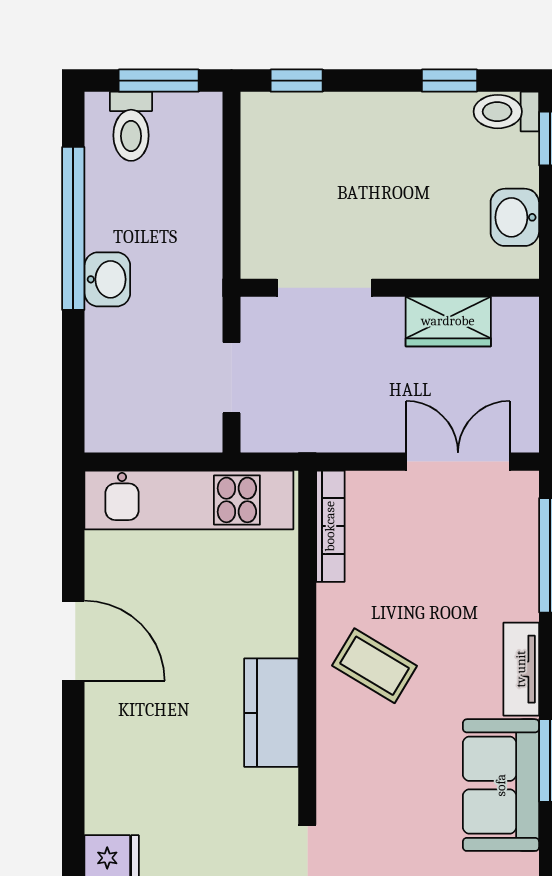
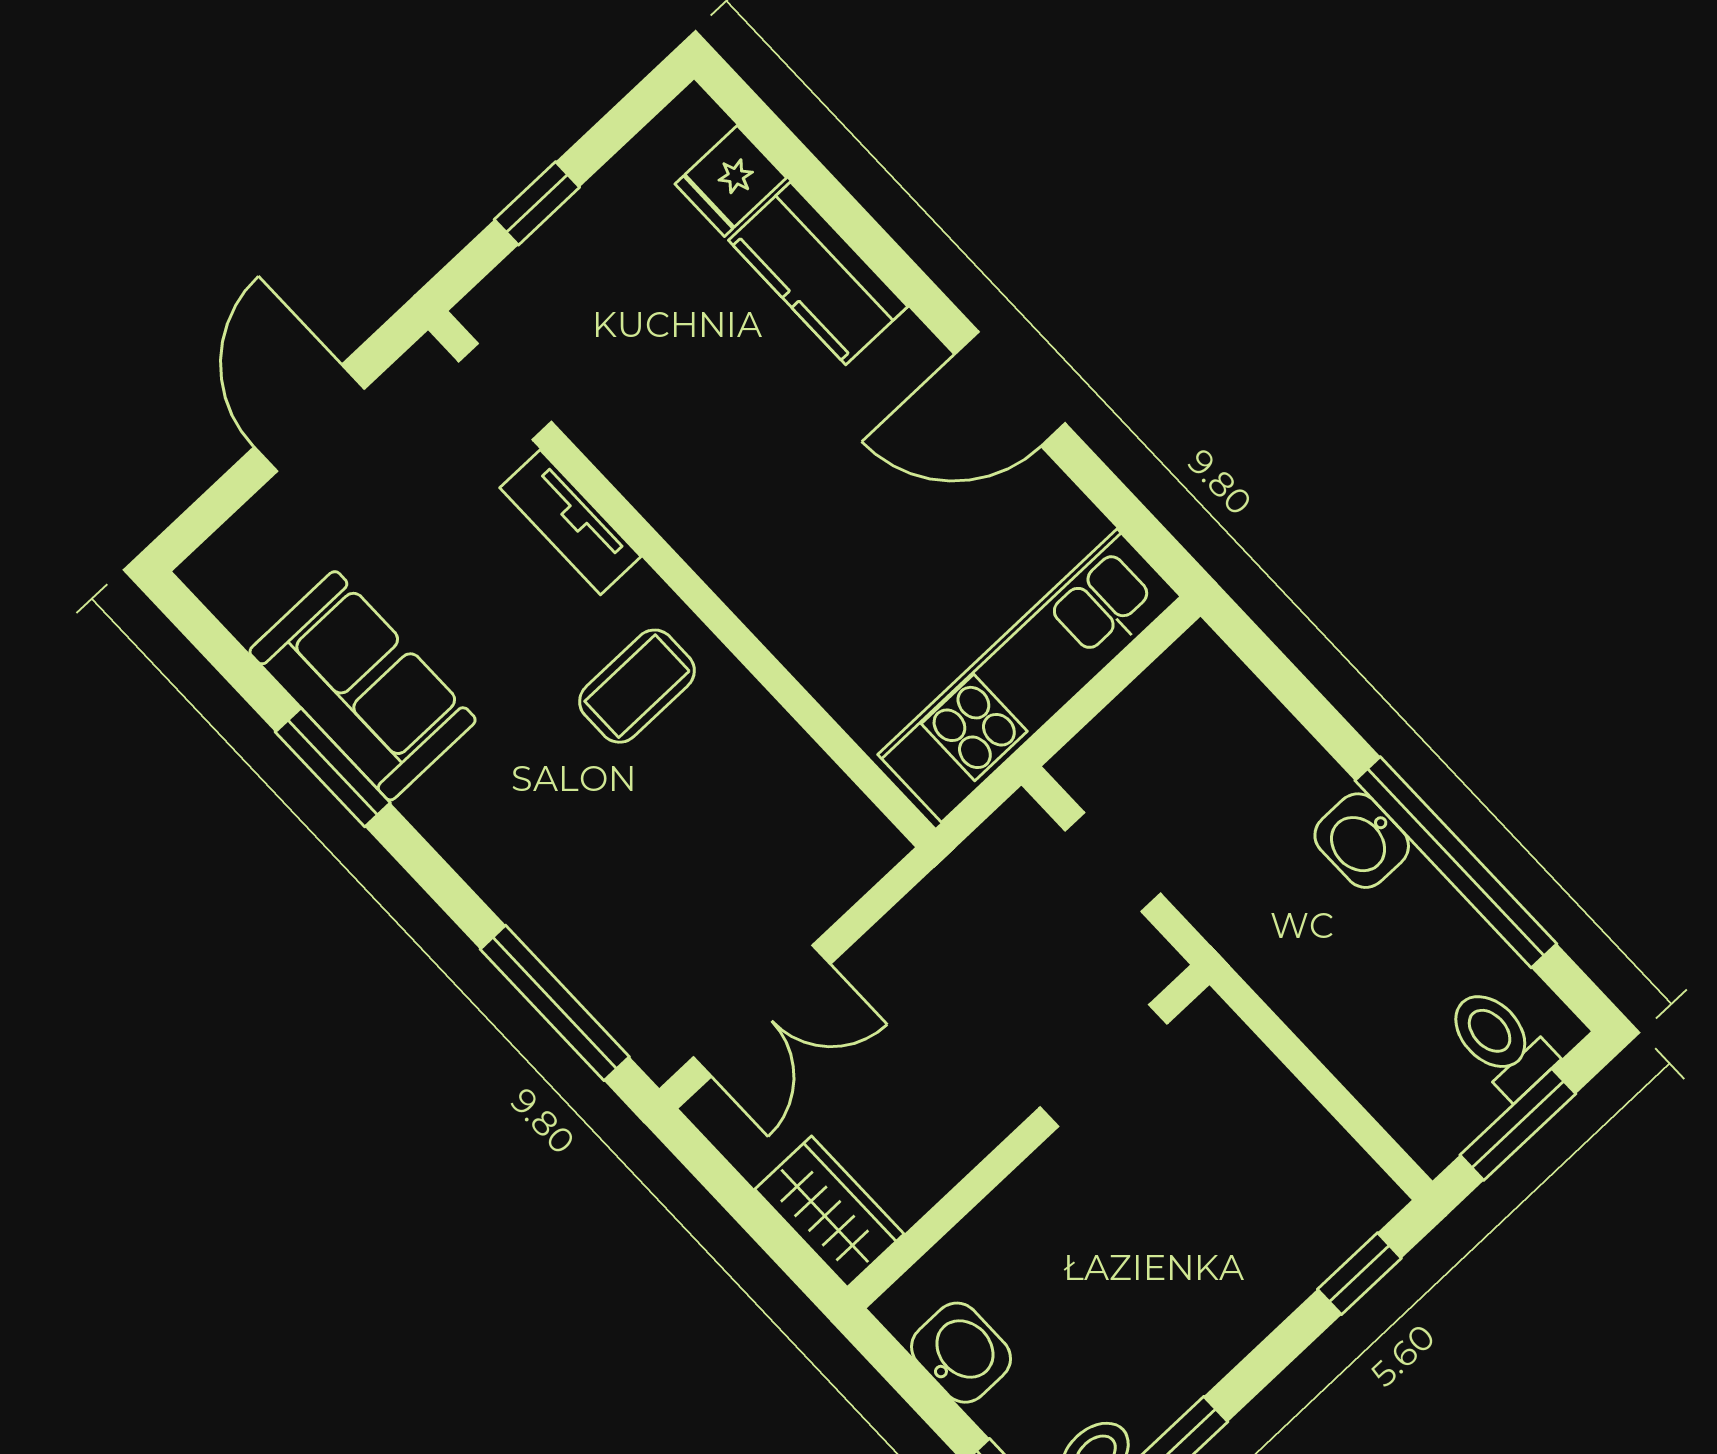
wardrobe: (448, 321) -> (829, 1212), moved, turned 90
bookcase: (330, 526) -> (839, 799), removed
coffee table: (374, 666) -> (637, 686), turned -31
tv unit: (521, 669) -> (570, 522), moved, turned 180
kitchen counter: (271, 713) -> (818, 273), moved, turned 180

